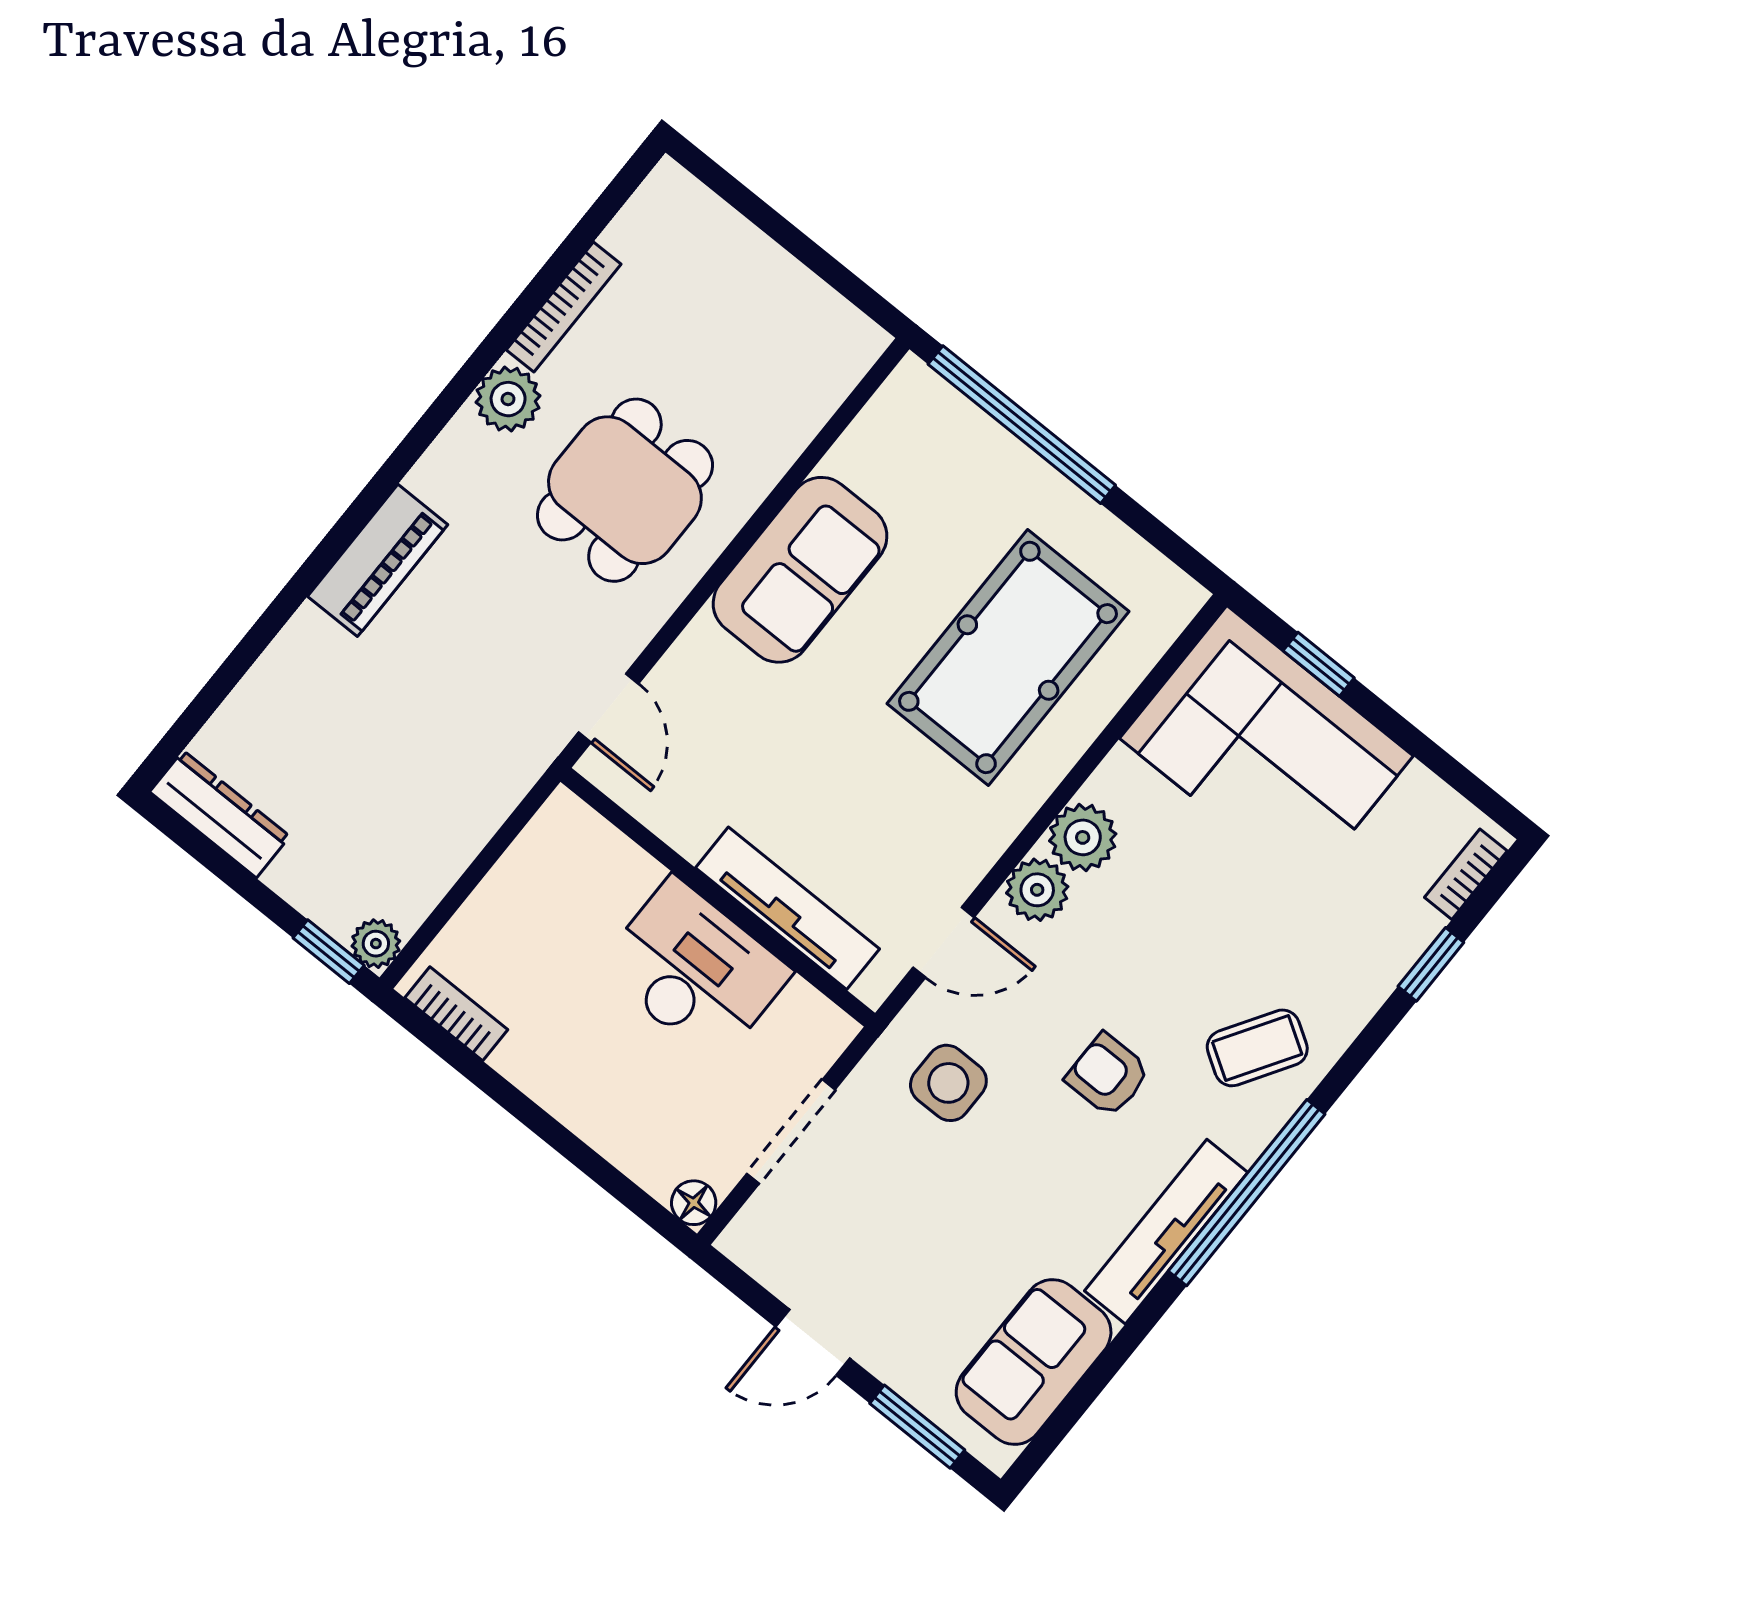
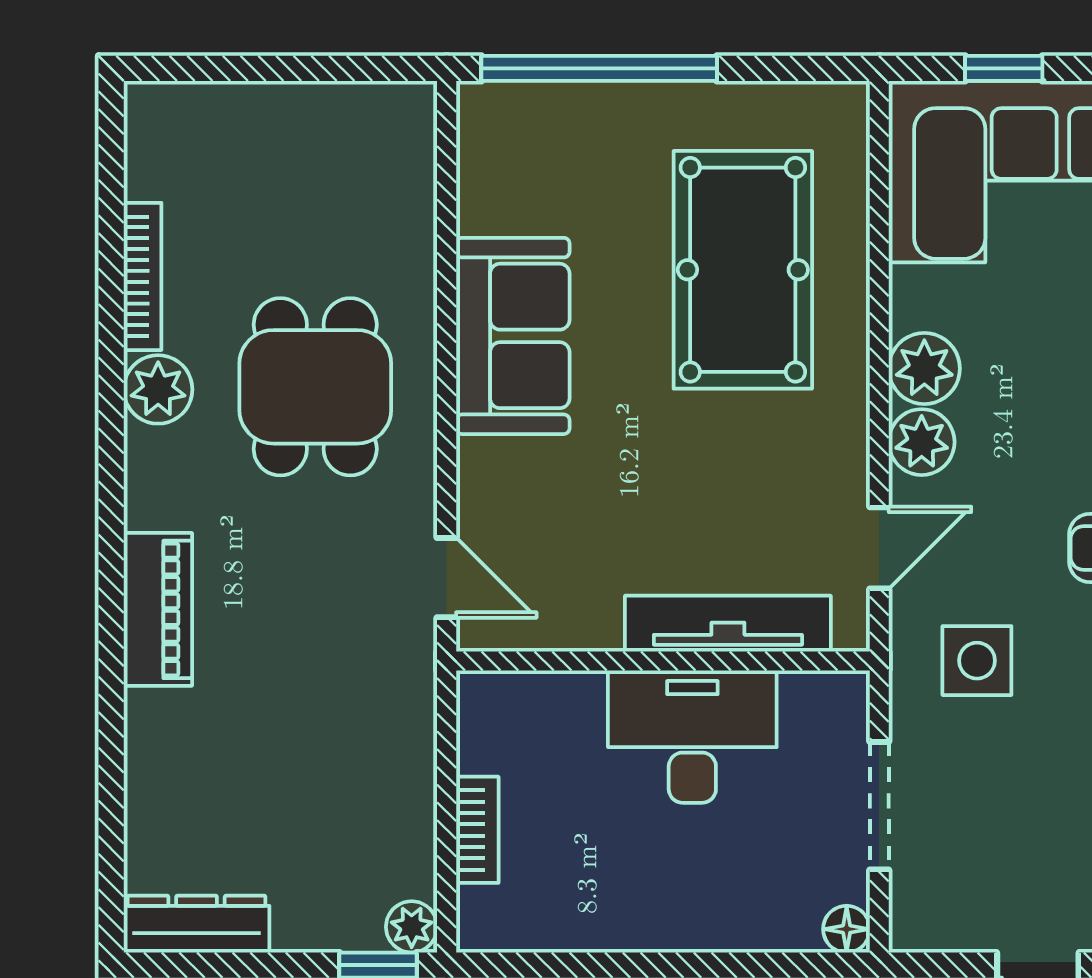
bookcase: (456, 1014) -> (477, 830), moved, turned 90

